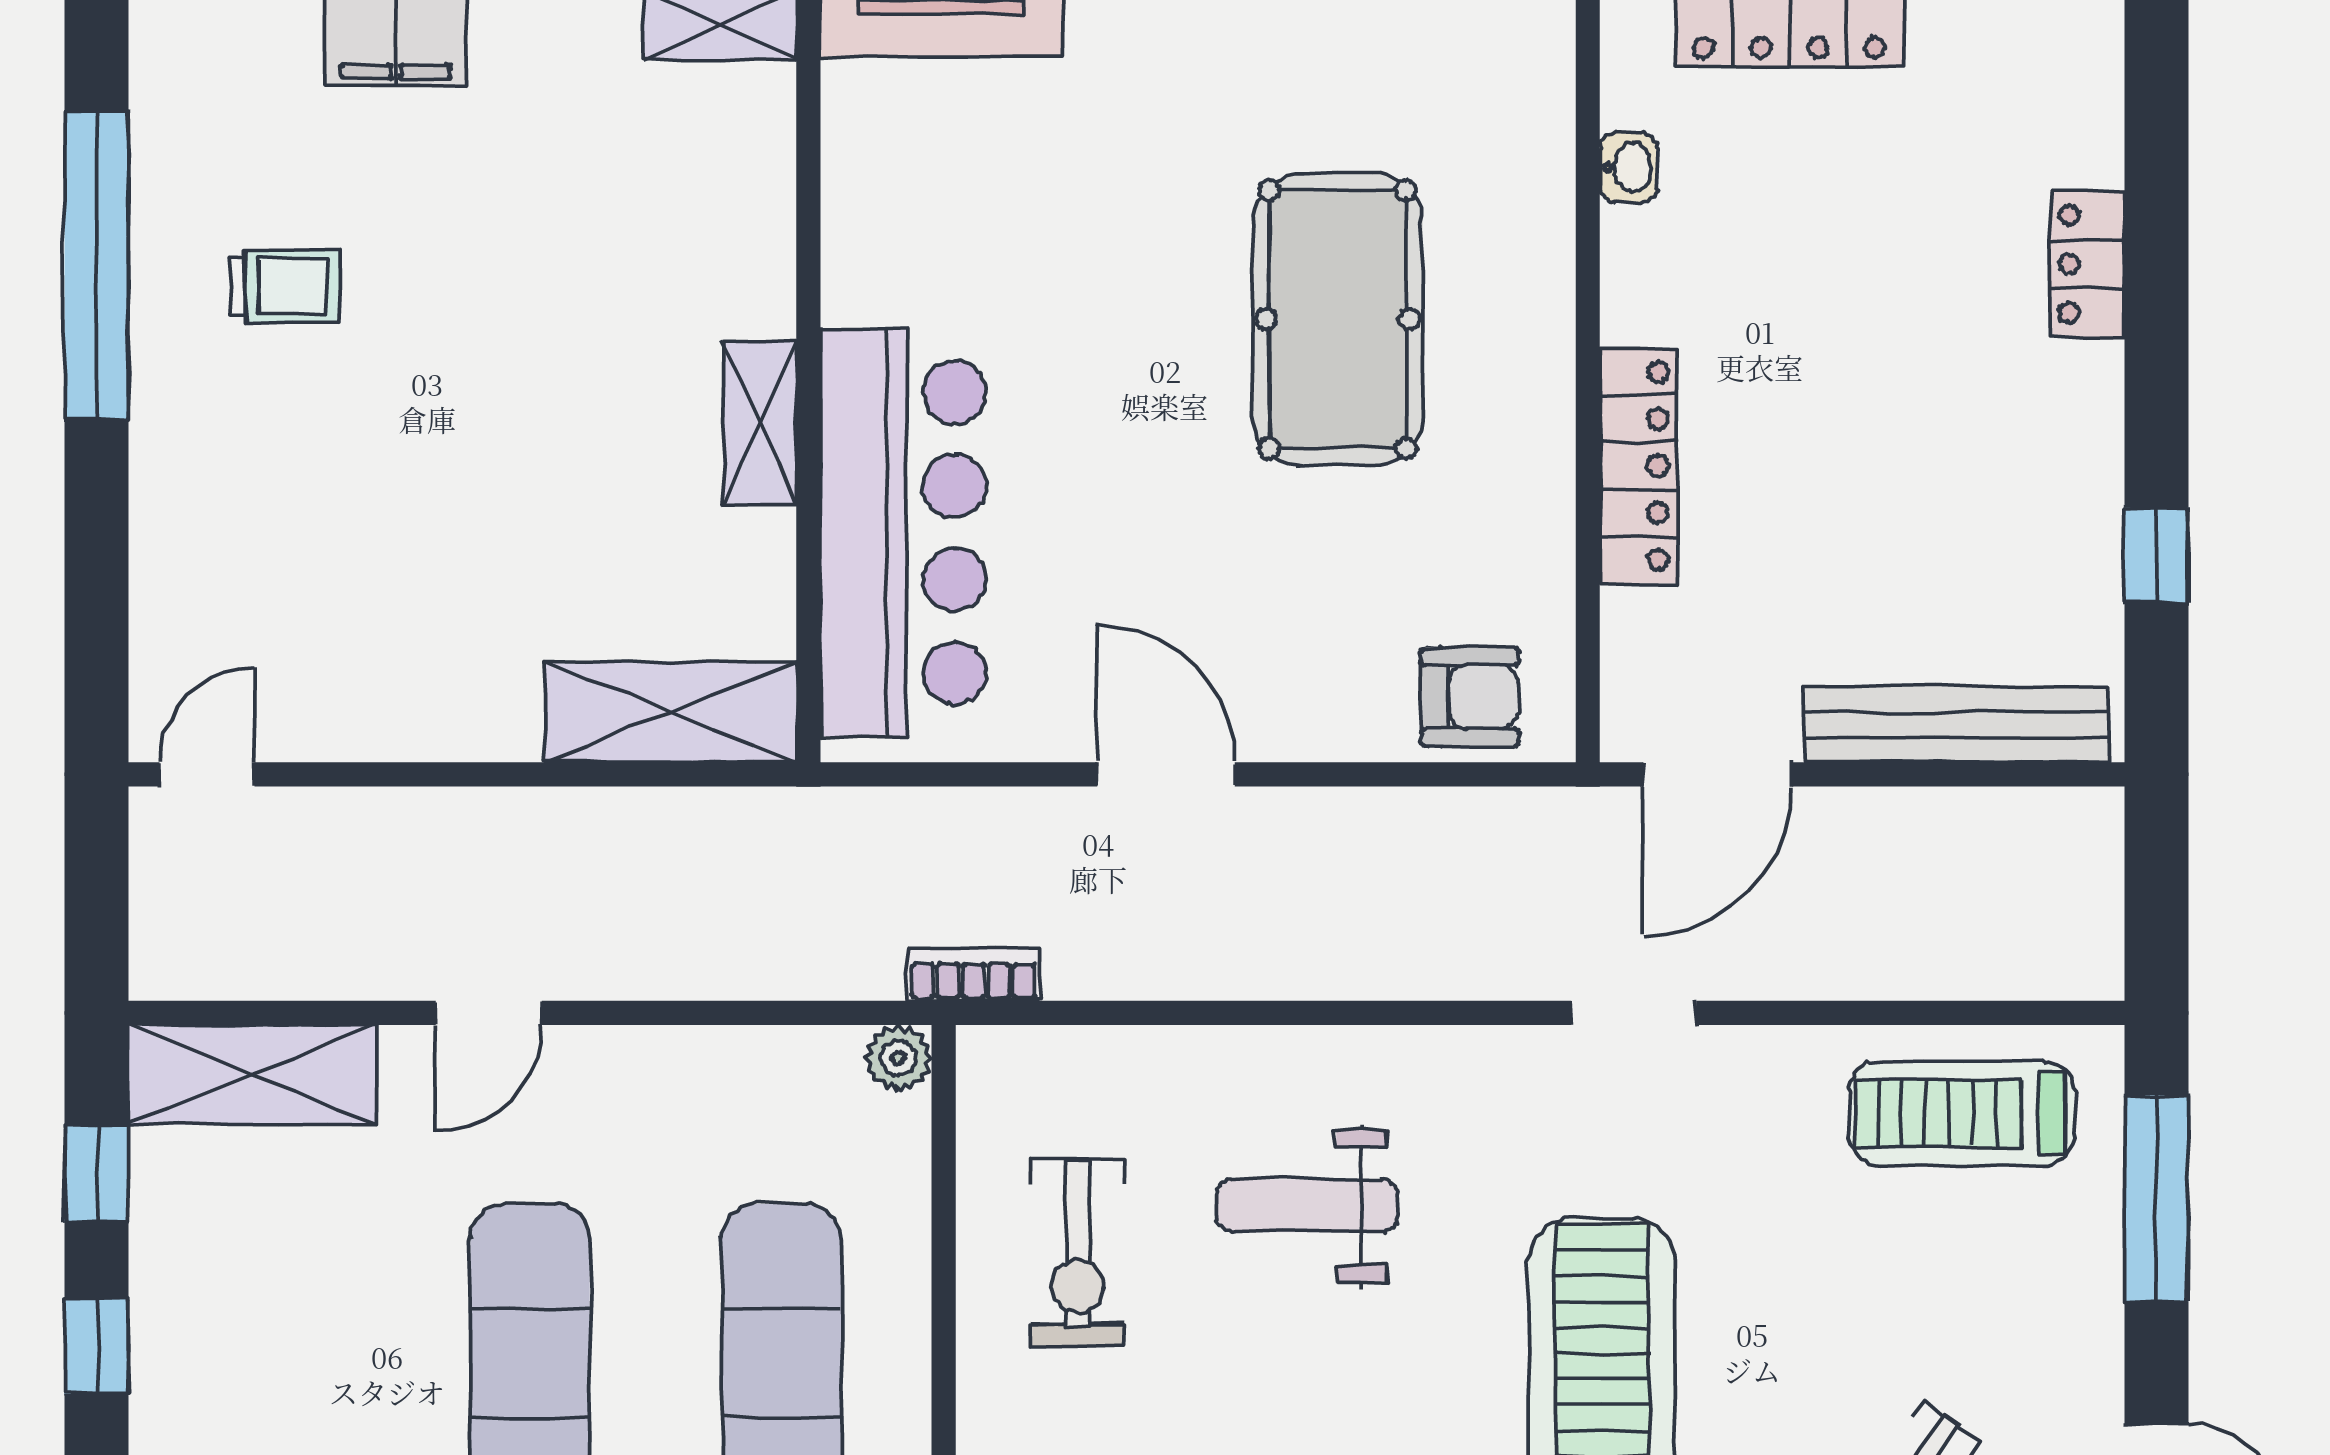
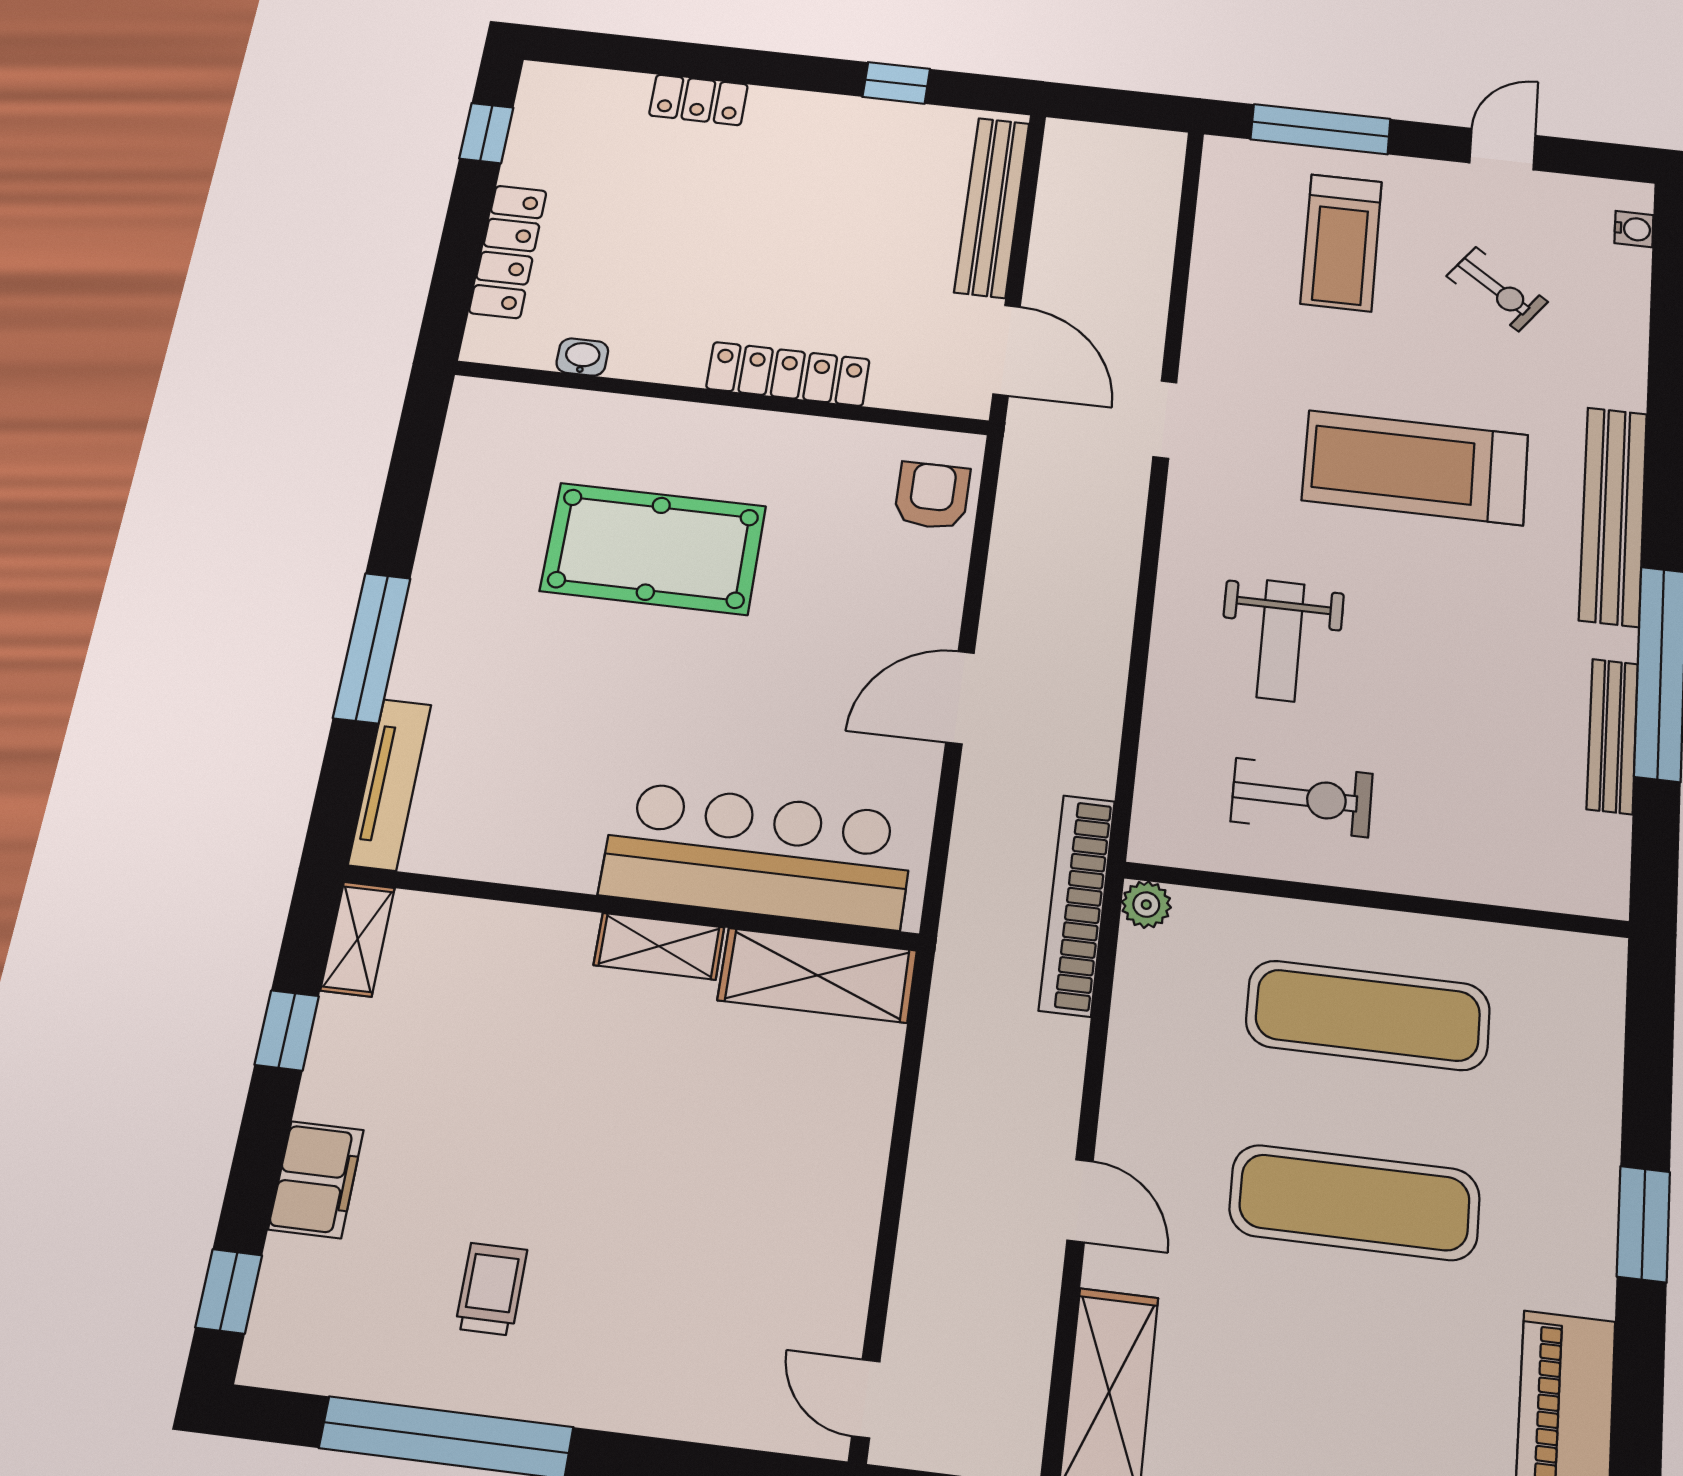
shelving: (670, 712) -> (817, 975), moved, turned 90
bookcase: (974, 975) -> (1077, 905), width x2.31, depth x1.31
treadmill: (1962, 1113) -> (1341, 242), moved

